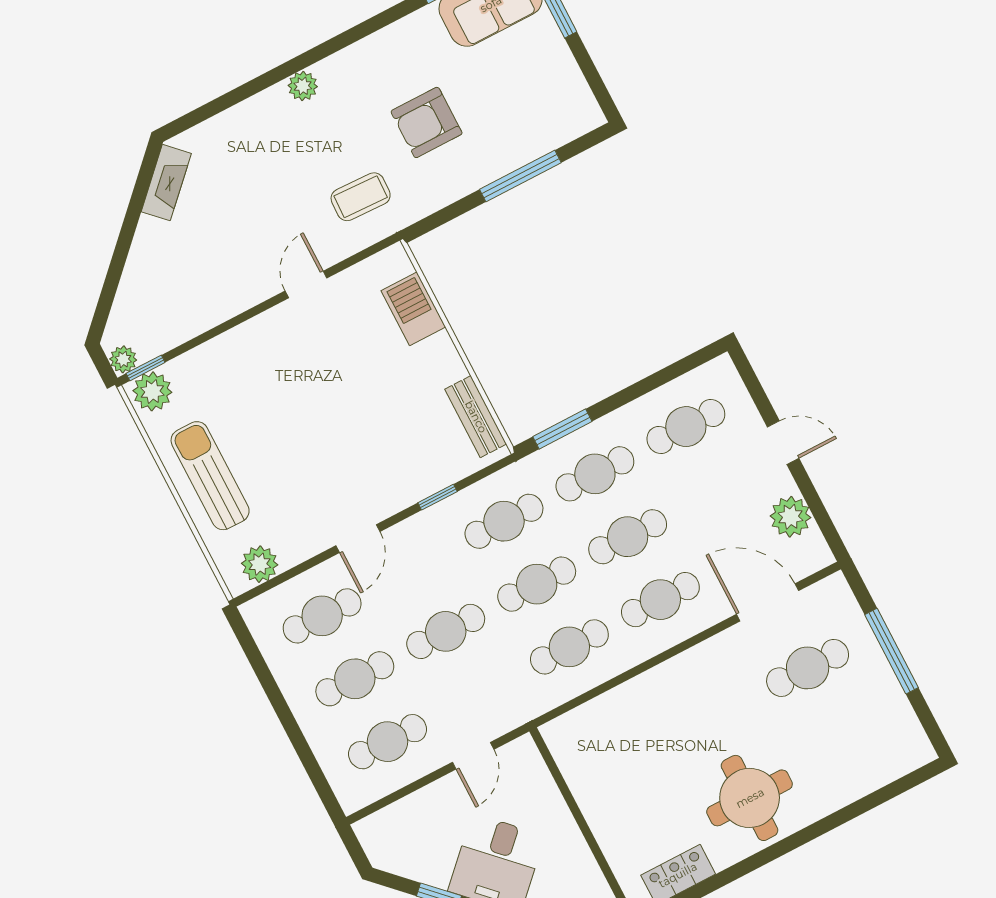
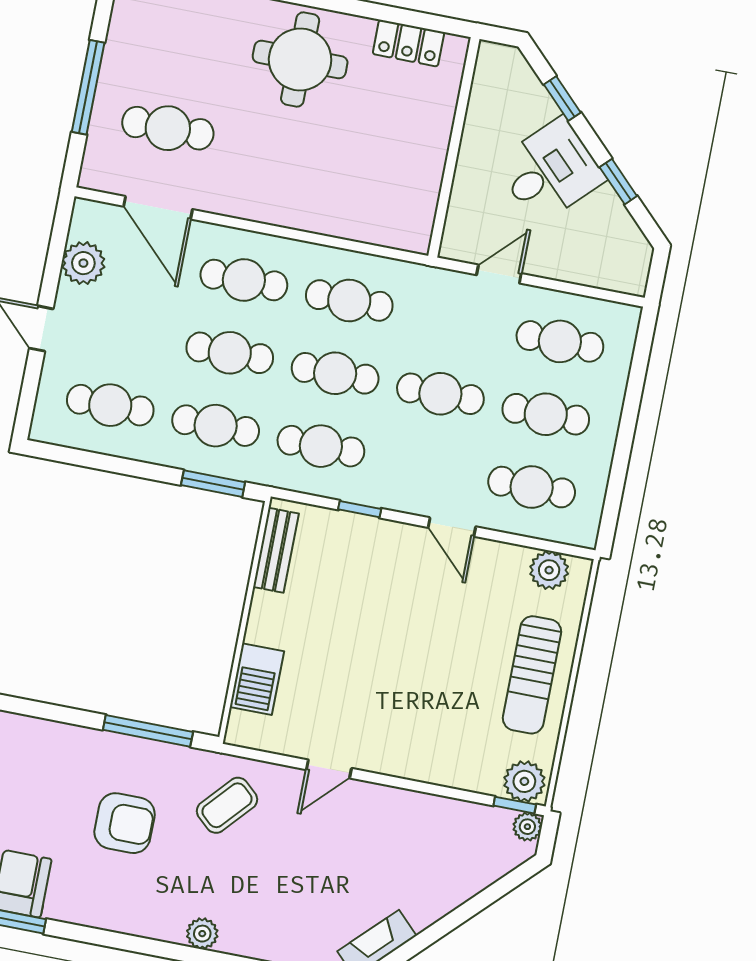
window: (520, 176) -> (148, 731), moved
coffee table: (361, 197) -> (227, 805), turned -50
door: (358, 539) -> (452, 527), swing flipped

